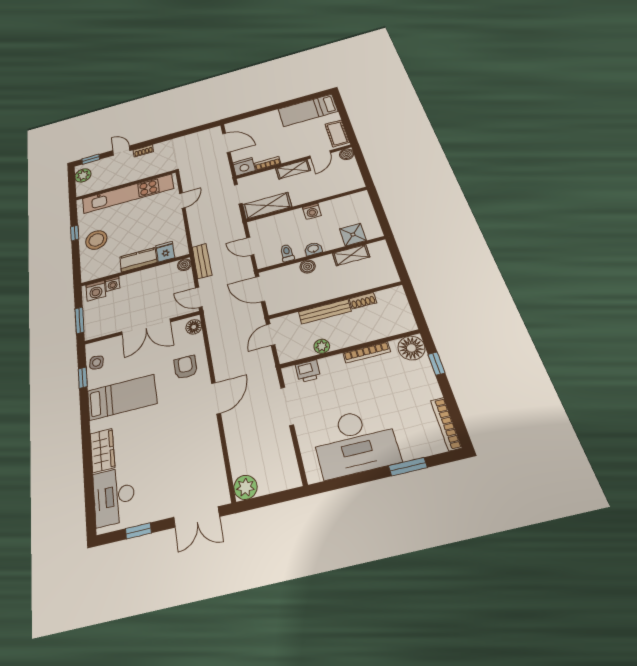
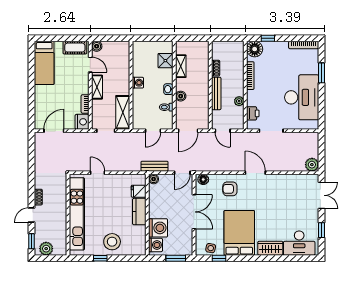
washing machine: (113, 284) -> (158, 228), width x1.89, depth x1.89
bed: (122, 397) -> (239, 233), width x1.50

